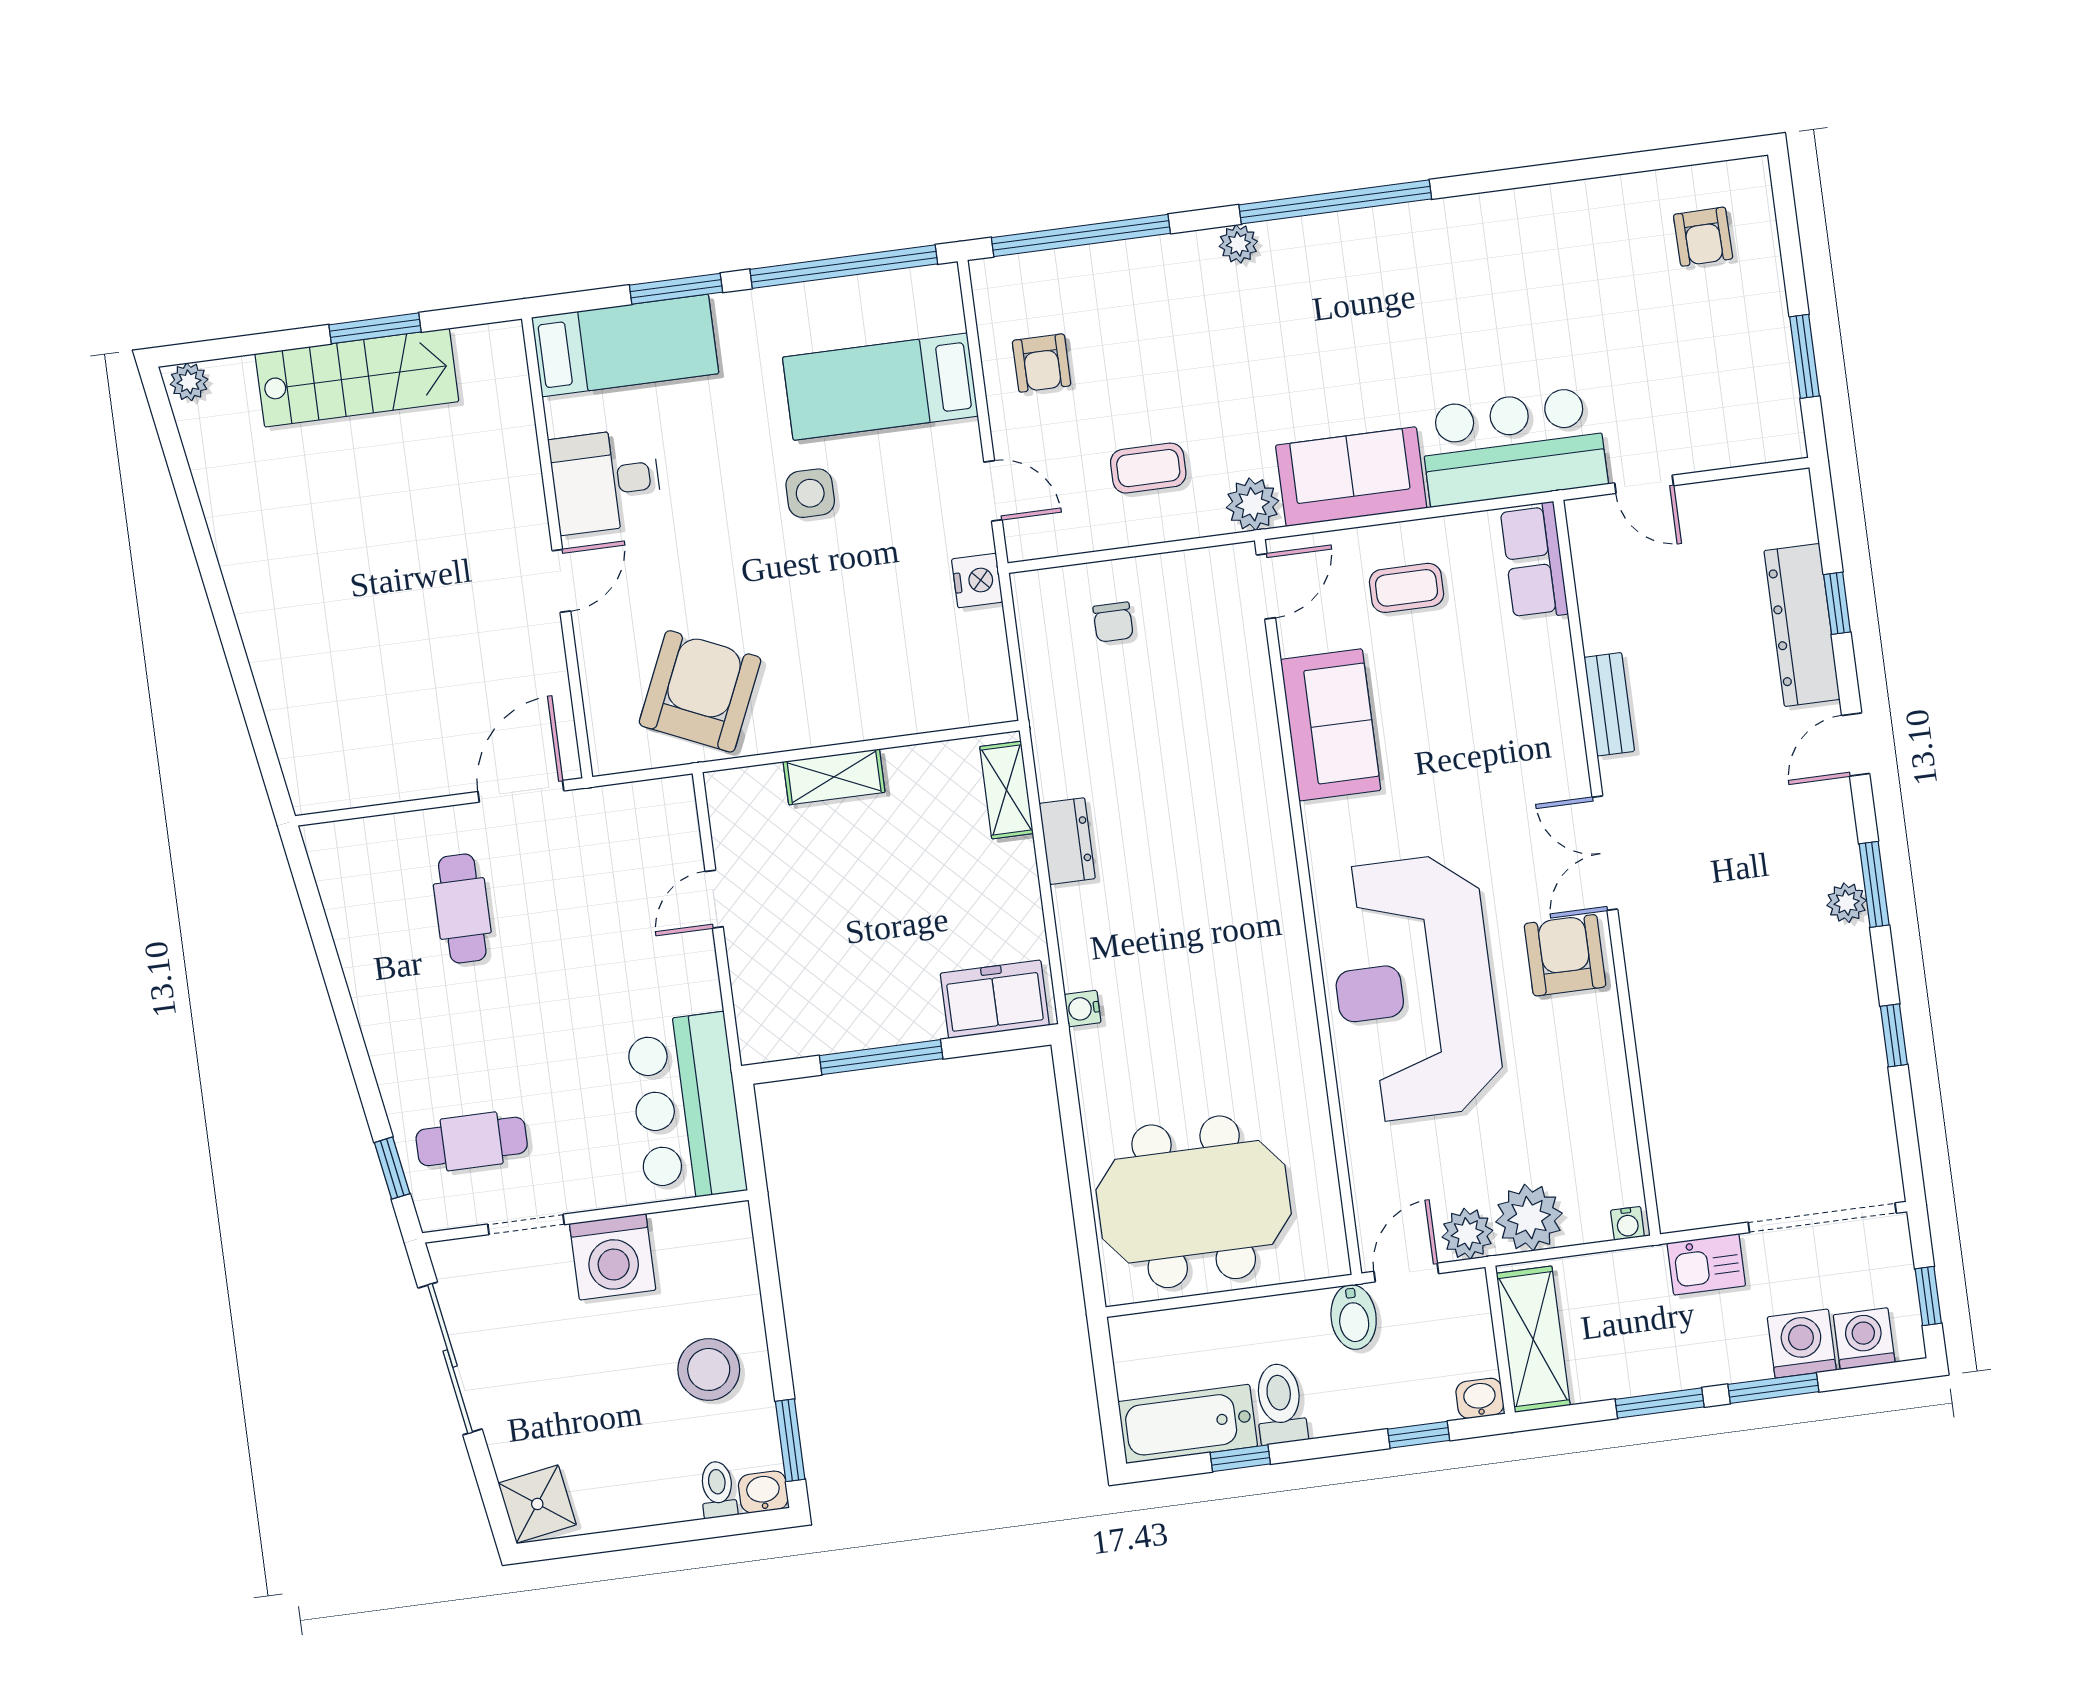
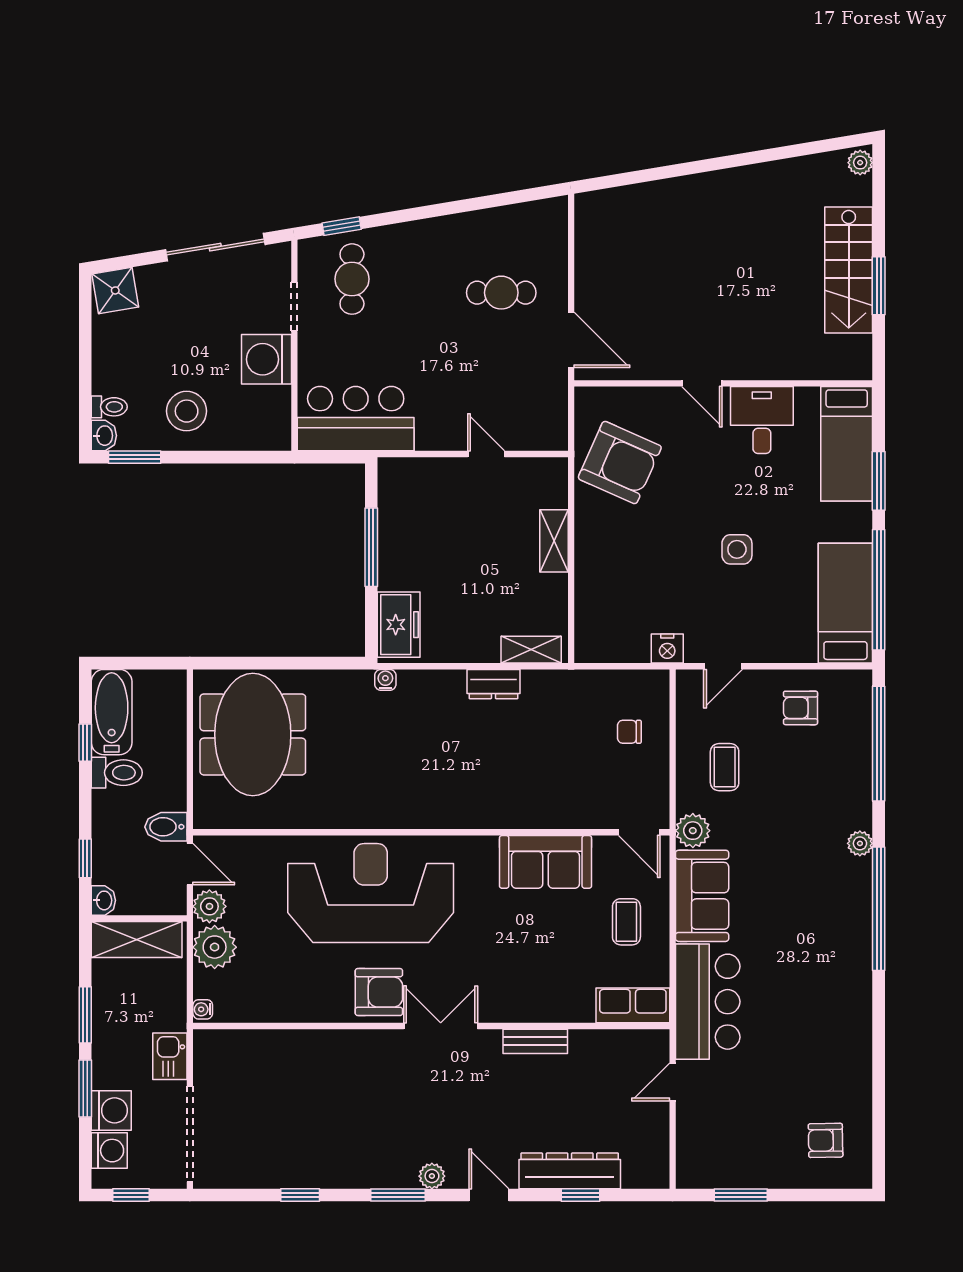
bed: (880, 387) -> (845, 603), moved
plant: (1847, 903) -> (432, 1176), moved

